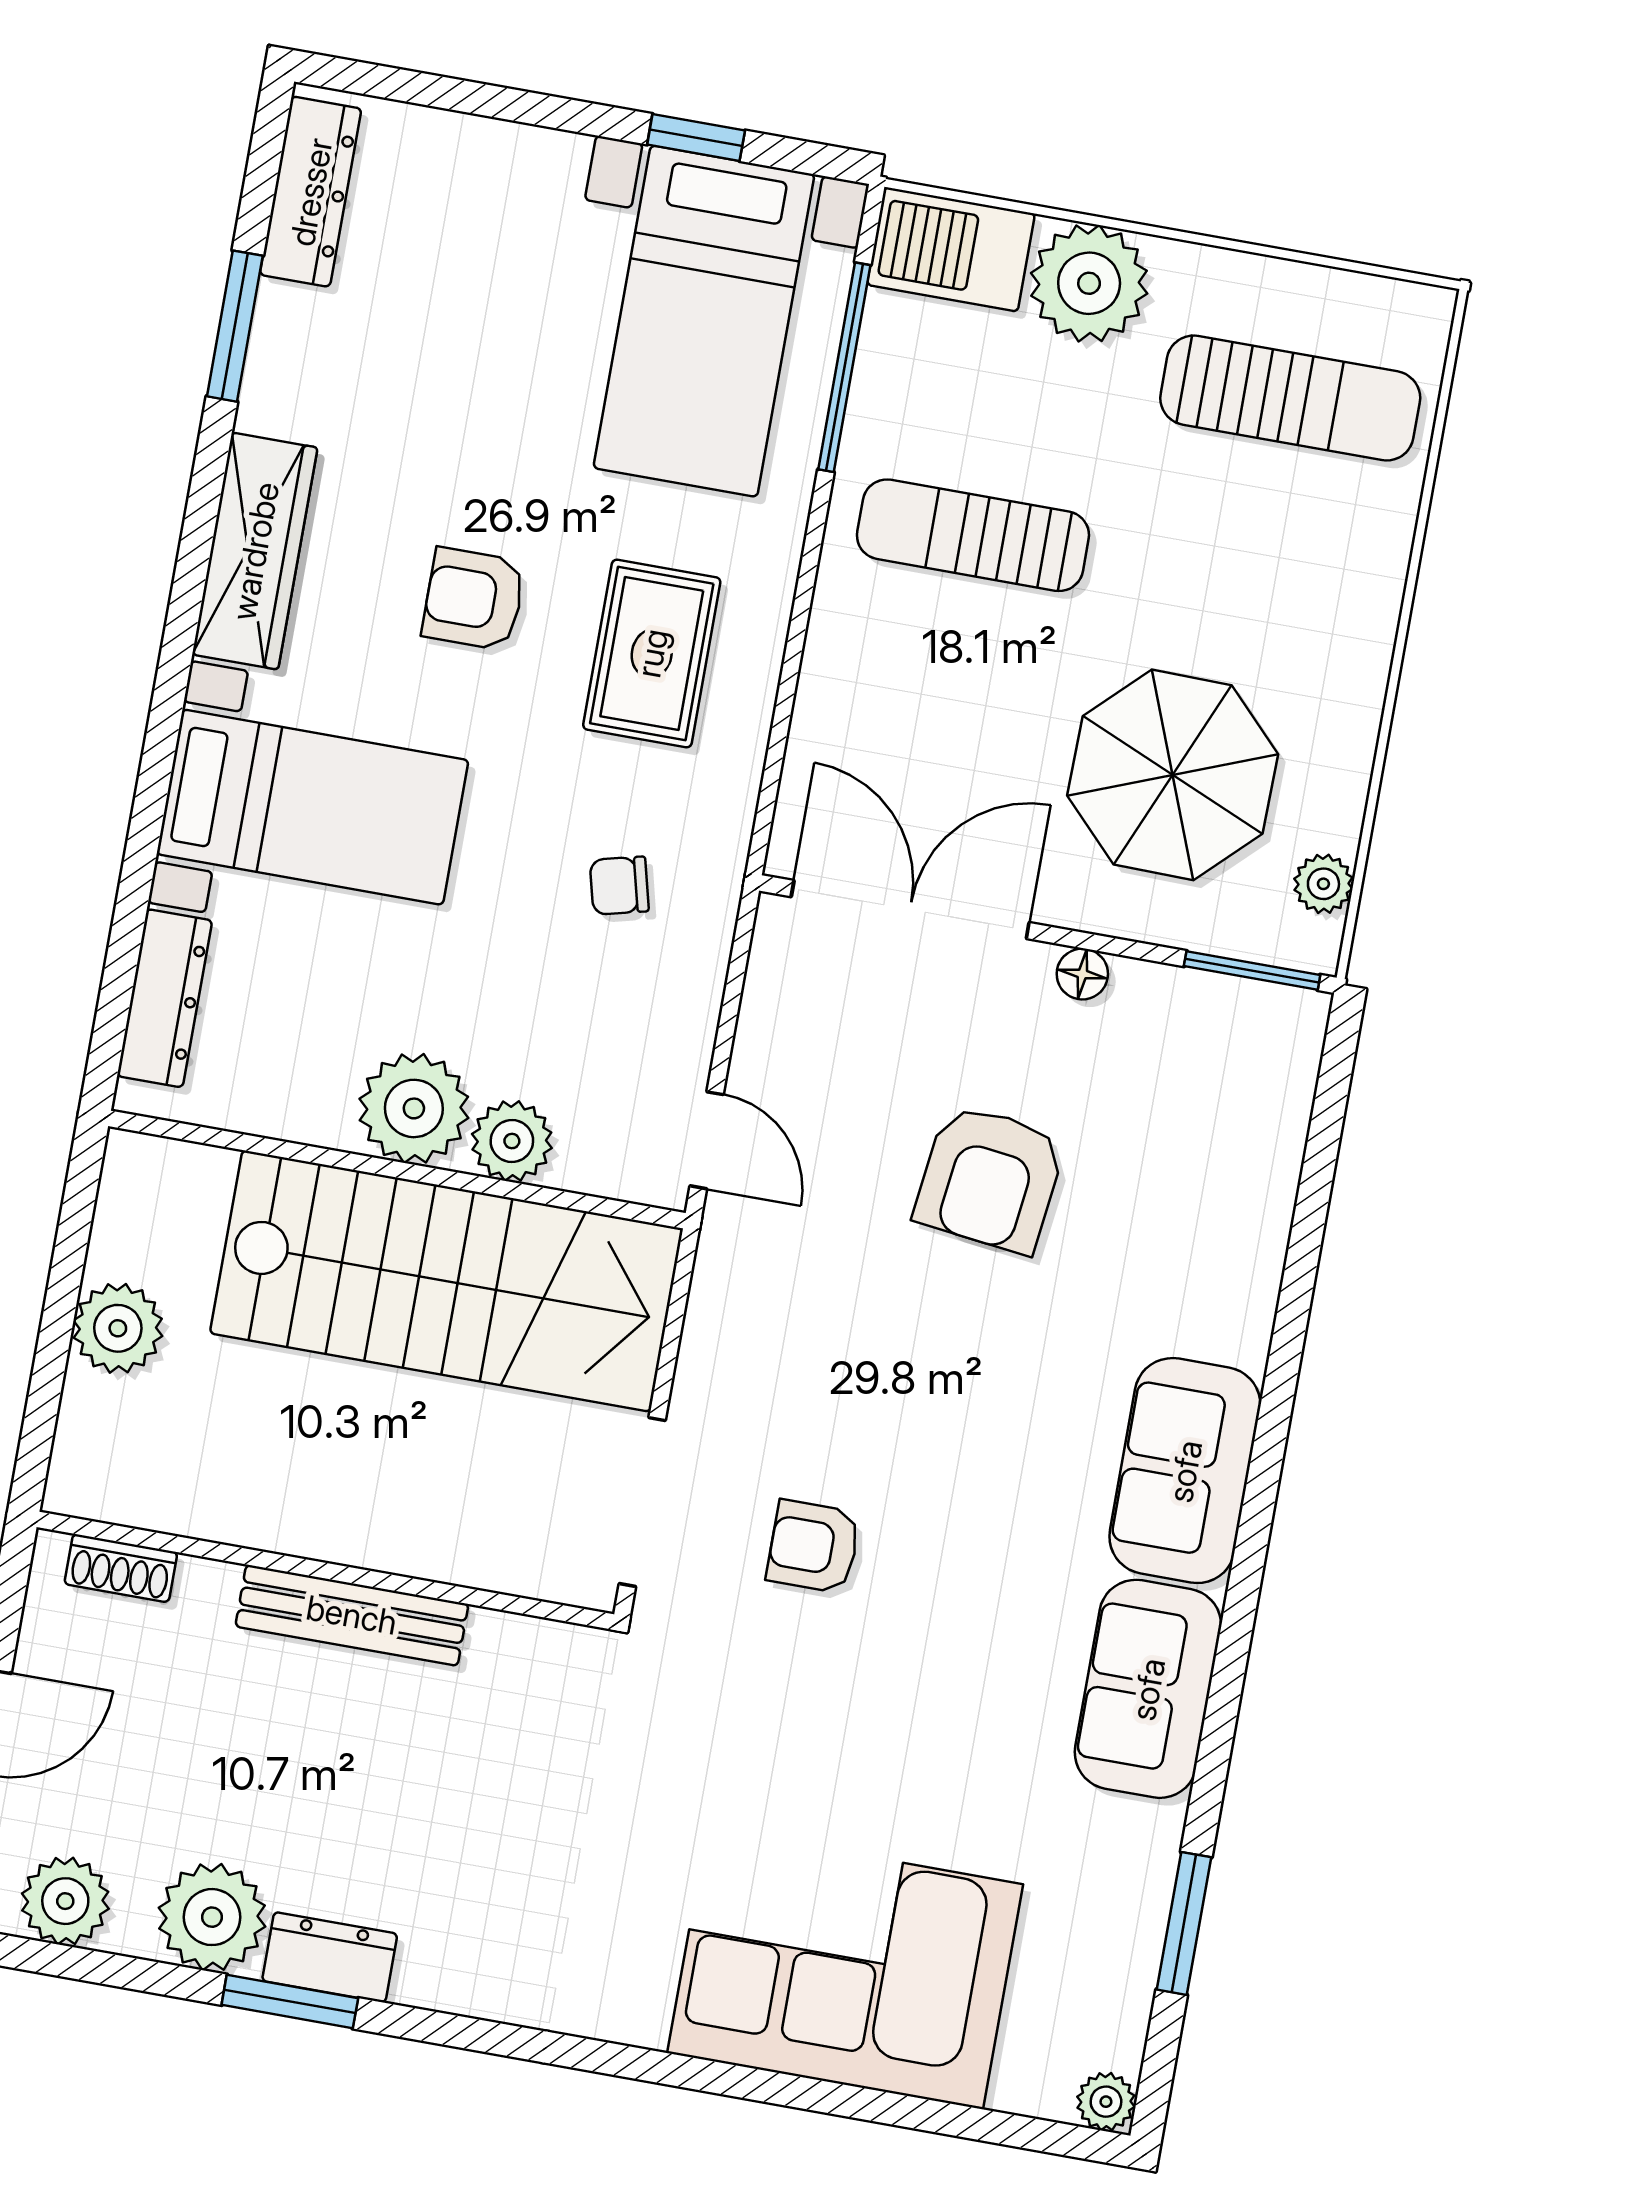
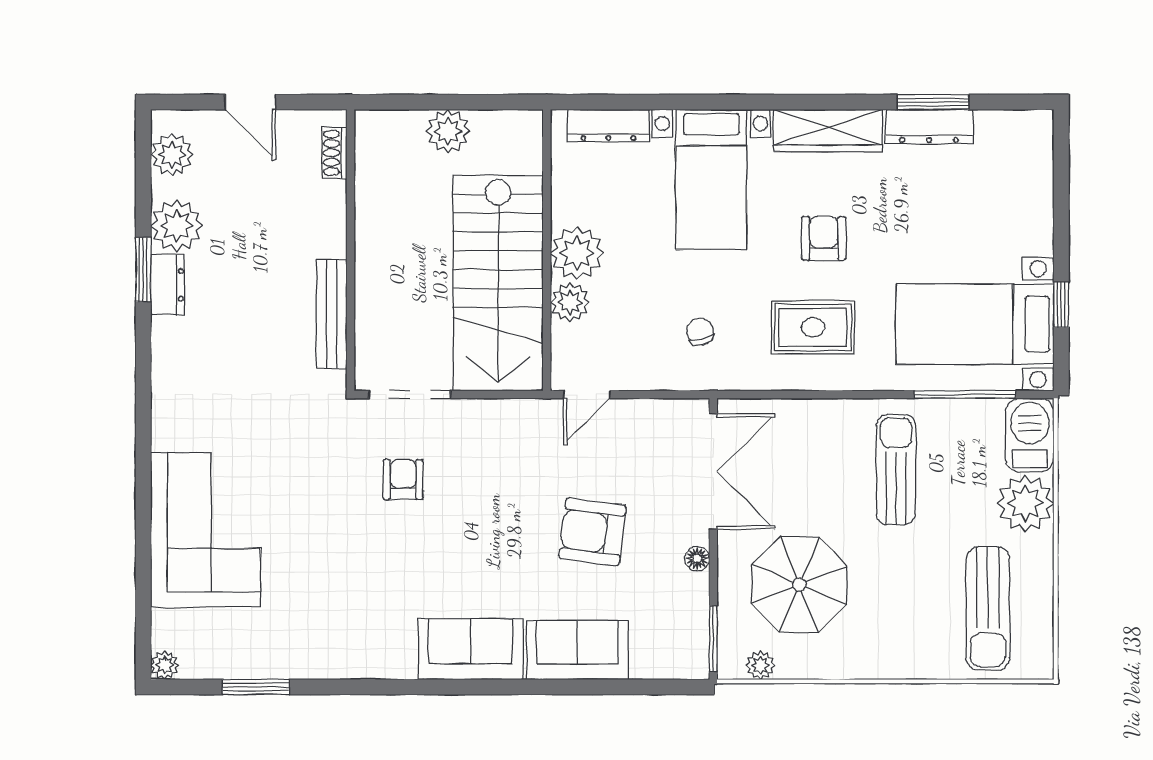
dresser: (311, 192) -> (929, 127), moved
bench: (352, 1615) -> (332, 314), moved
sofa: (1148, 1689) -> (577, 650), moved

